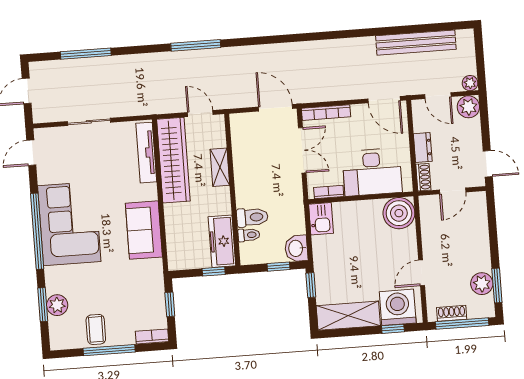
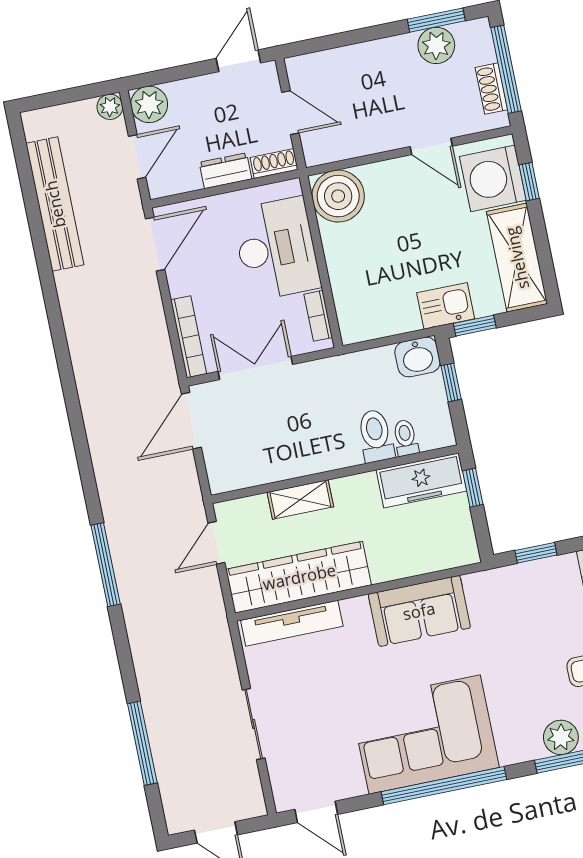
kitchen sink: (321, 219) -> (446, 306), moved

